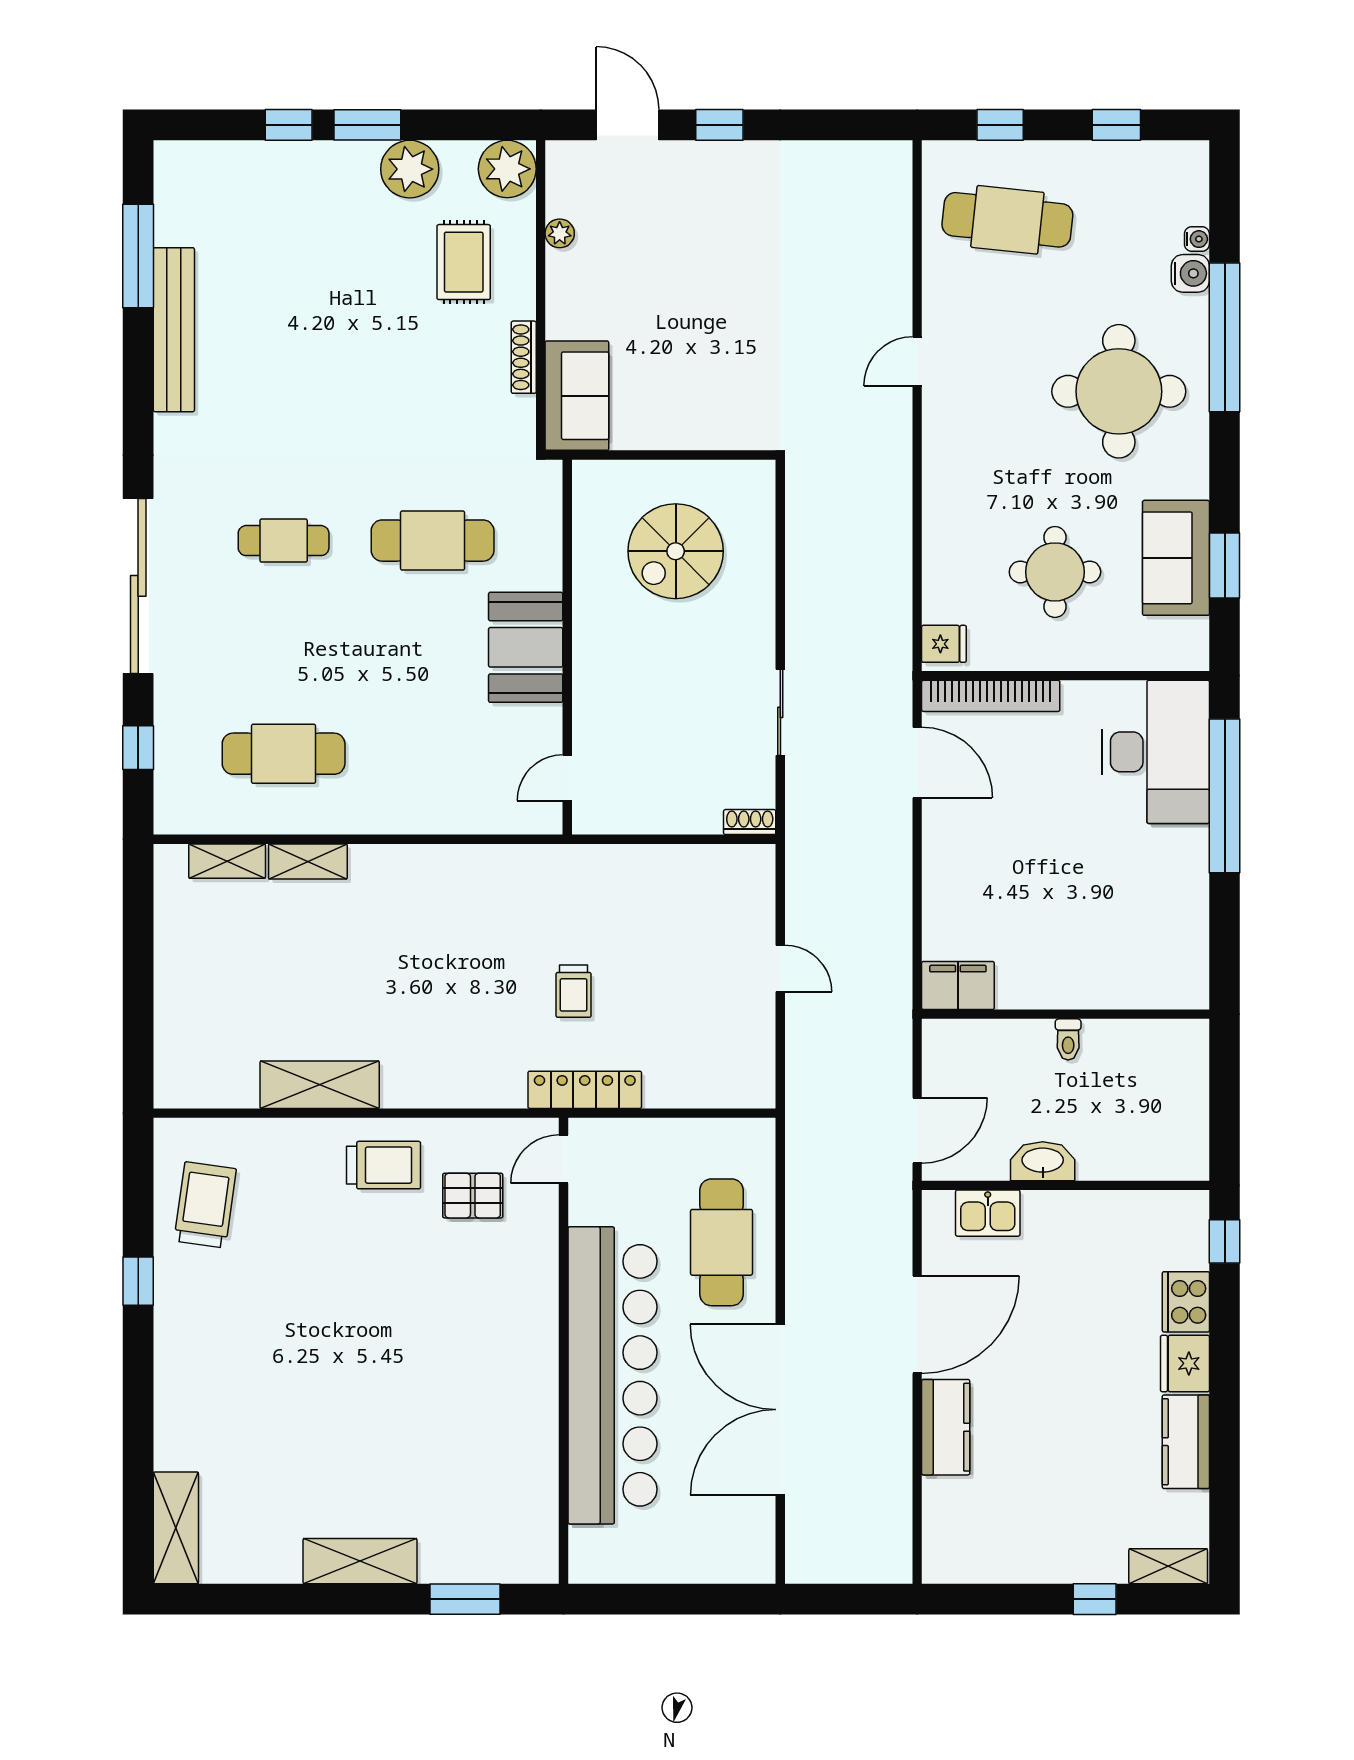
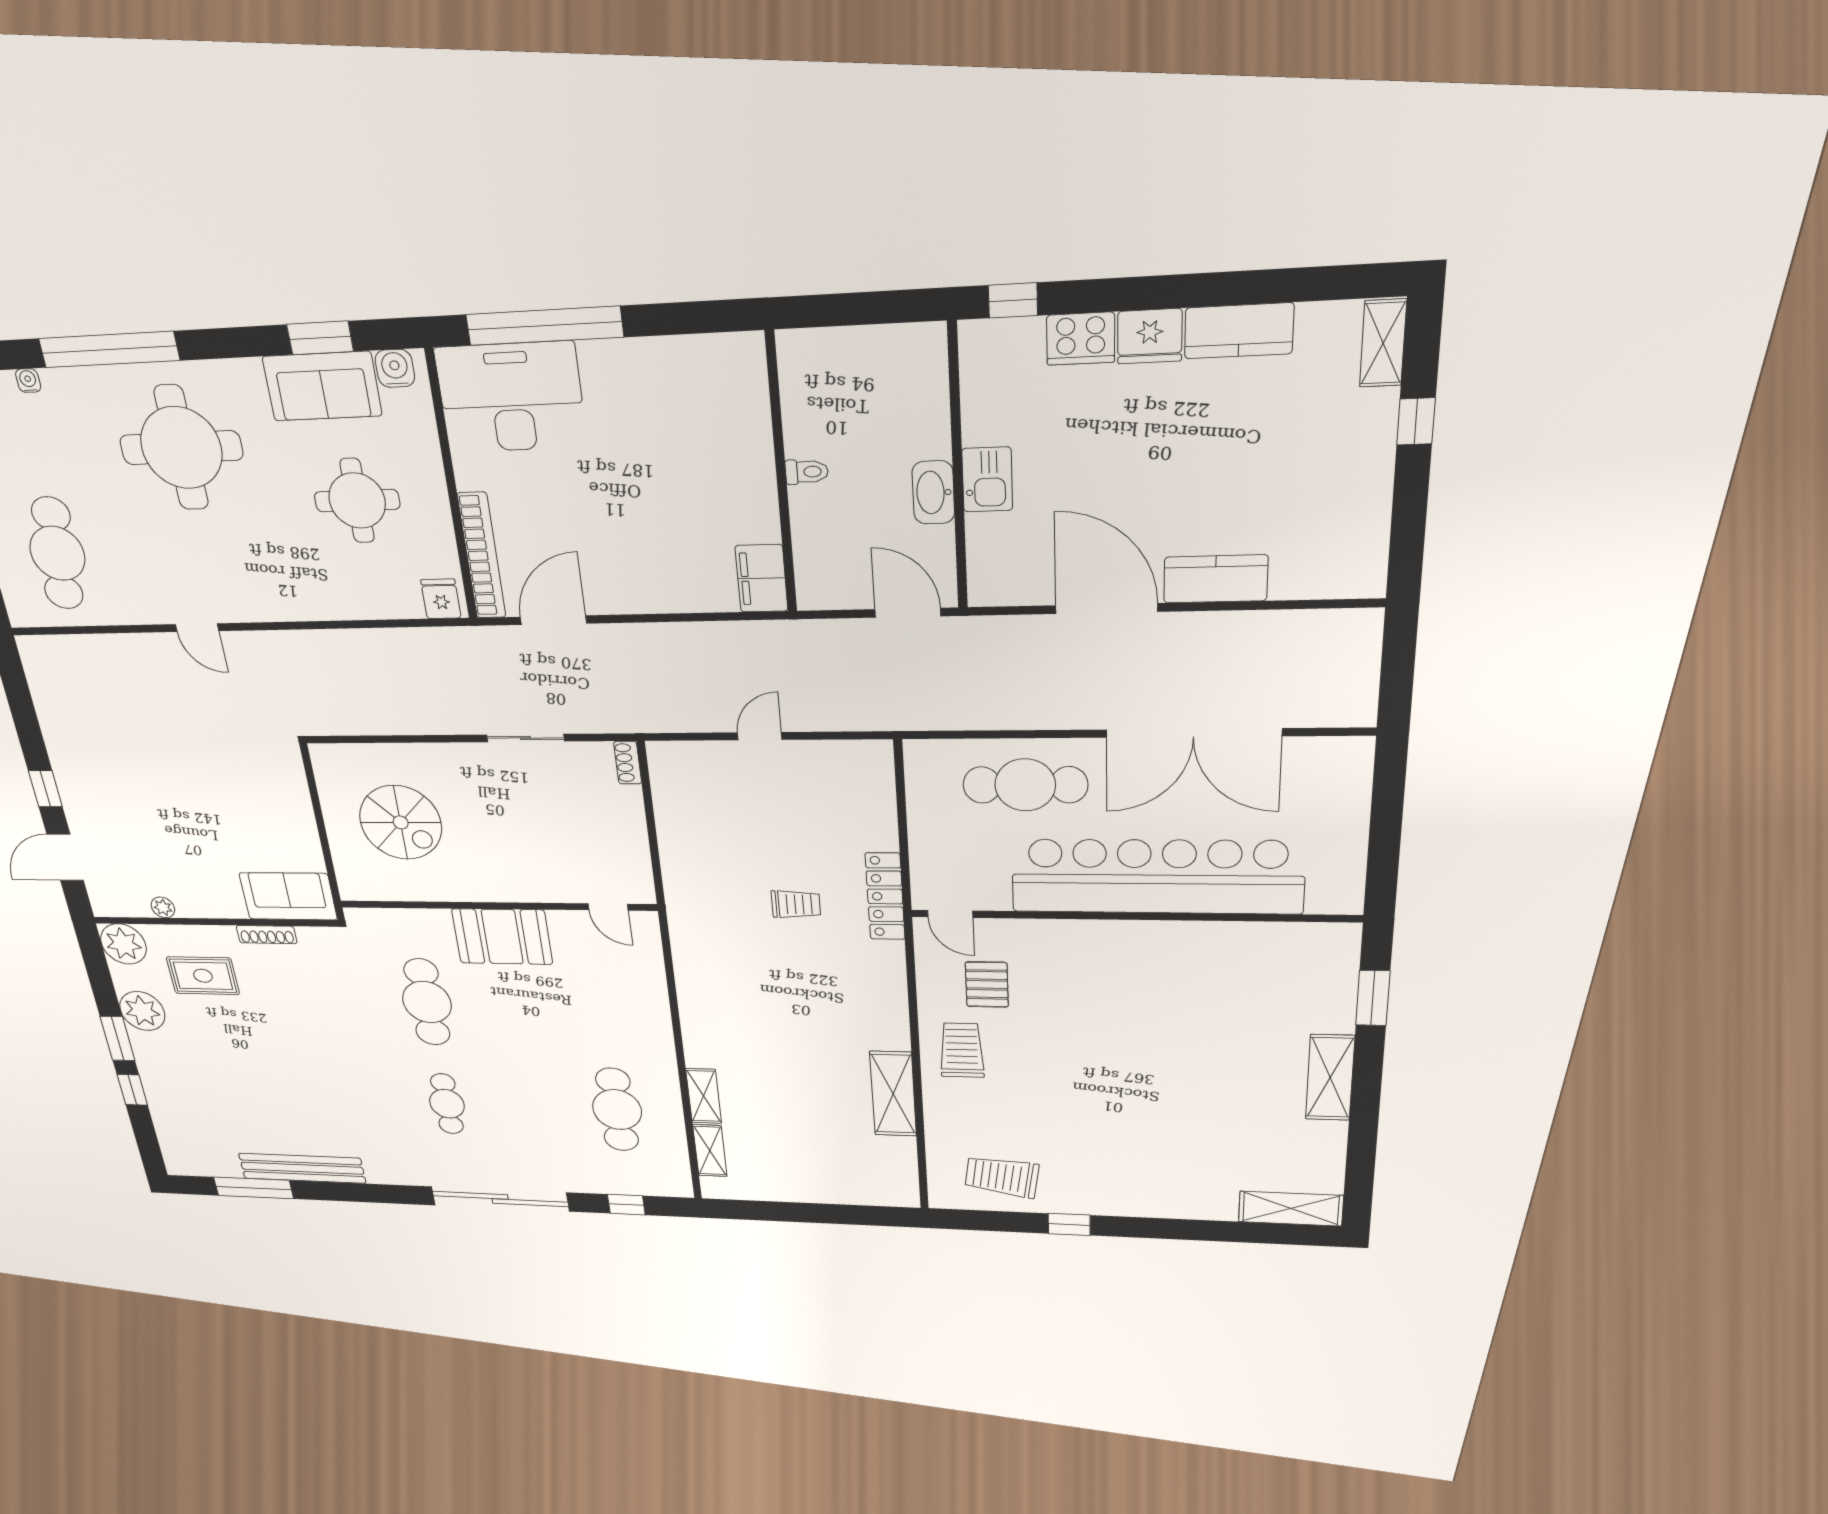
water cooler: (1190, 273) -> (395, 368), moved
kitchen sink: (988, 1213) -> (987, 480), moved

